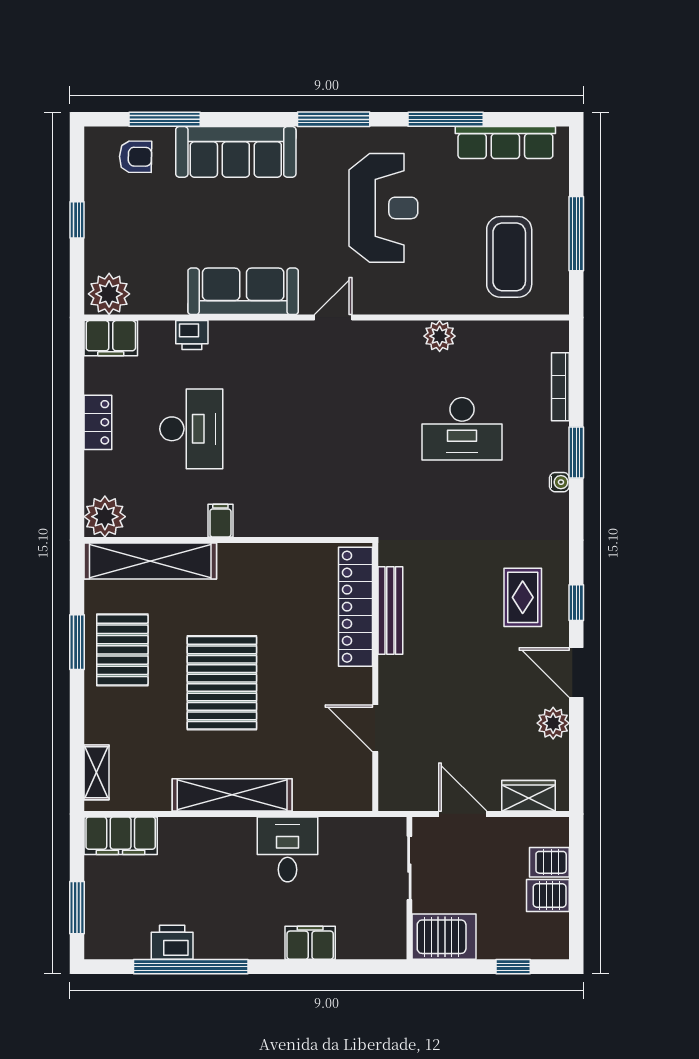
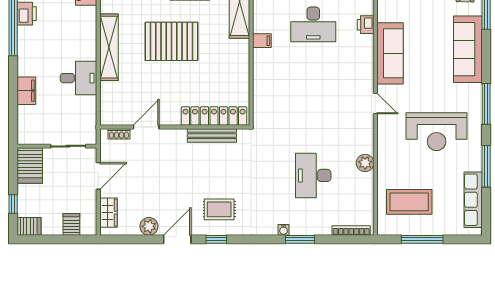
bookcase: (560, 387) -> (351, 230), moved
shoe rack: (387, 777) -> (119, 134), added
server rack: (548, 895) -> (29, 226), moved, turned 90

